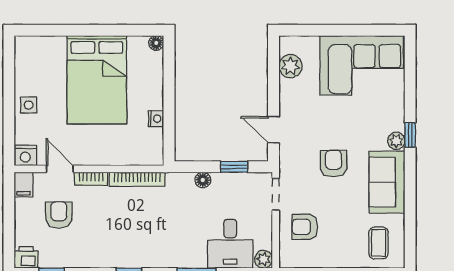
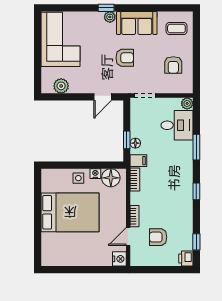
floor lamp: (156, 43) -> (111, 178), moved, width x1.89, depth x1.89
side table: (29, 105) -> (78, 178), moved
armchair: (334, 164) -> (125, 58), turned 180
window: (234, 167) -> (127, 140), moved
bookcase: (137, 179) -> (135, 179), width x0.64
filing cabinet: (24, 185) -> (138, 161), moved
armchair: (305, 227) -> (173, 65), moved

